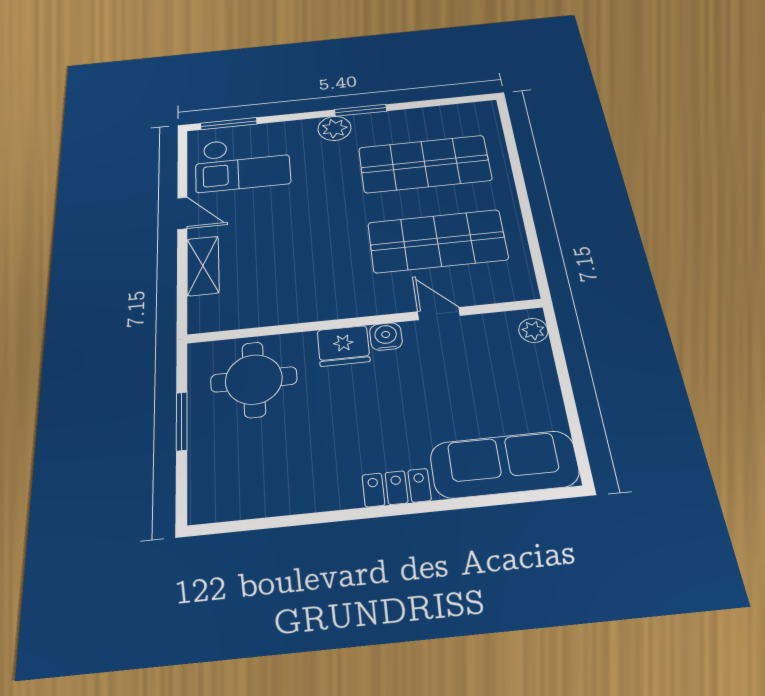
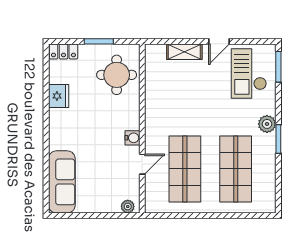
fridge: (343, 346) -> (59, 96), moved, turned 180
locker: (397, 488) -> (63, 51), moved, turned 90

